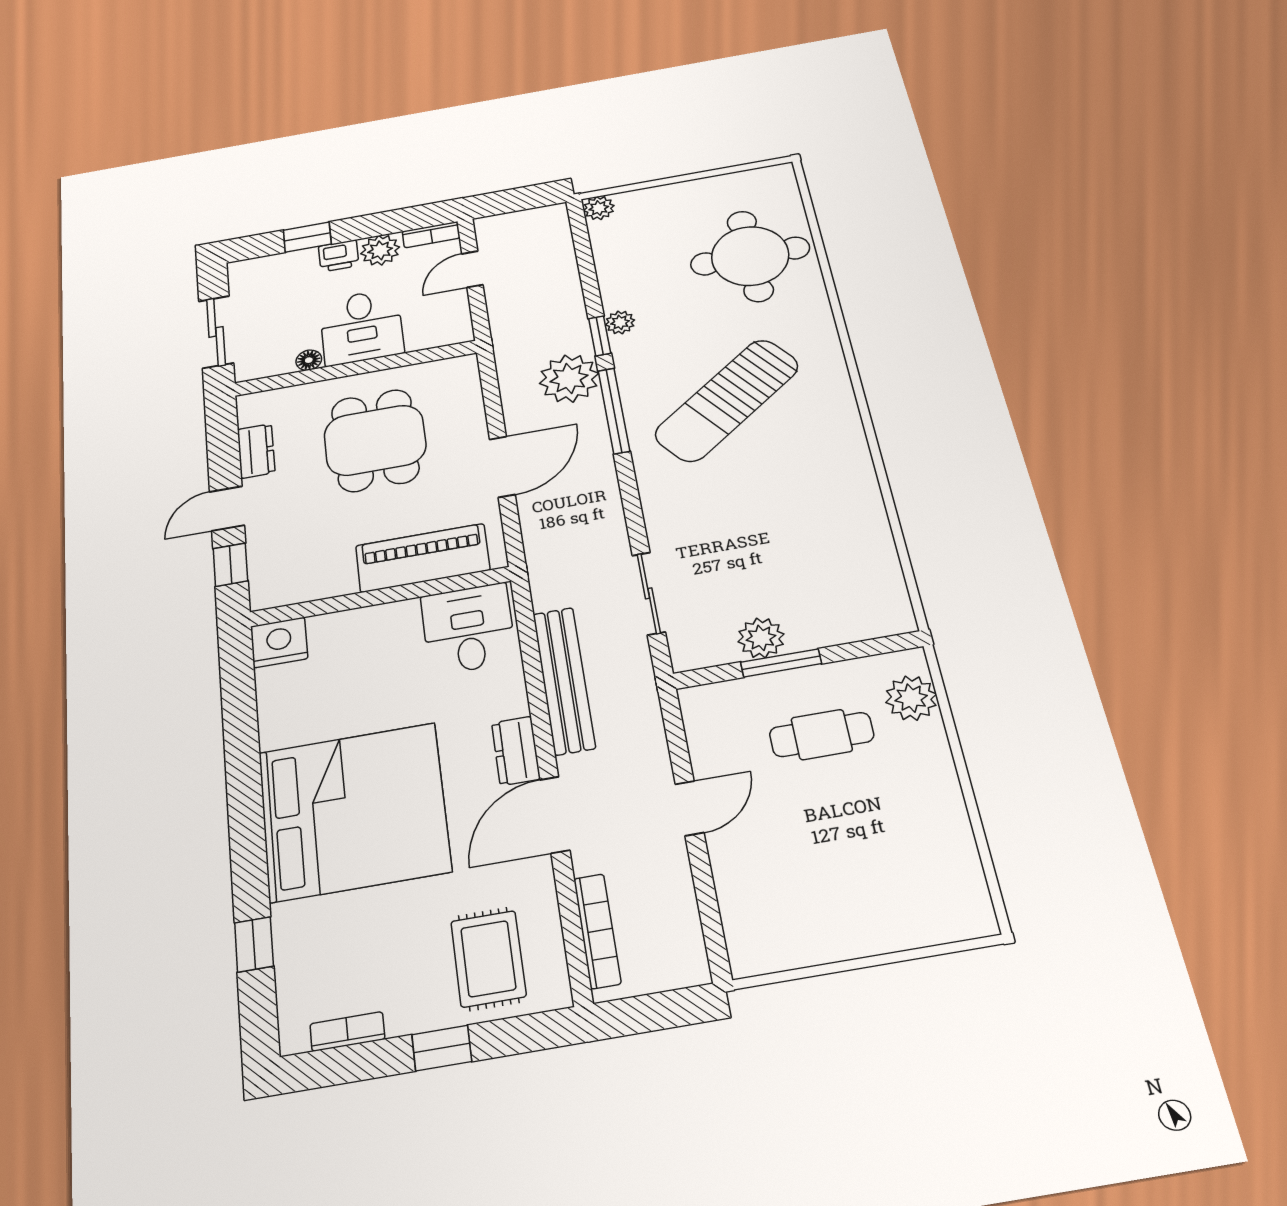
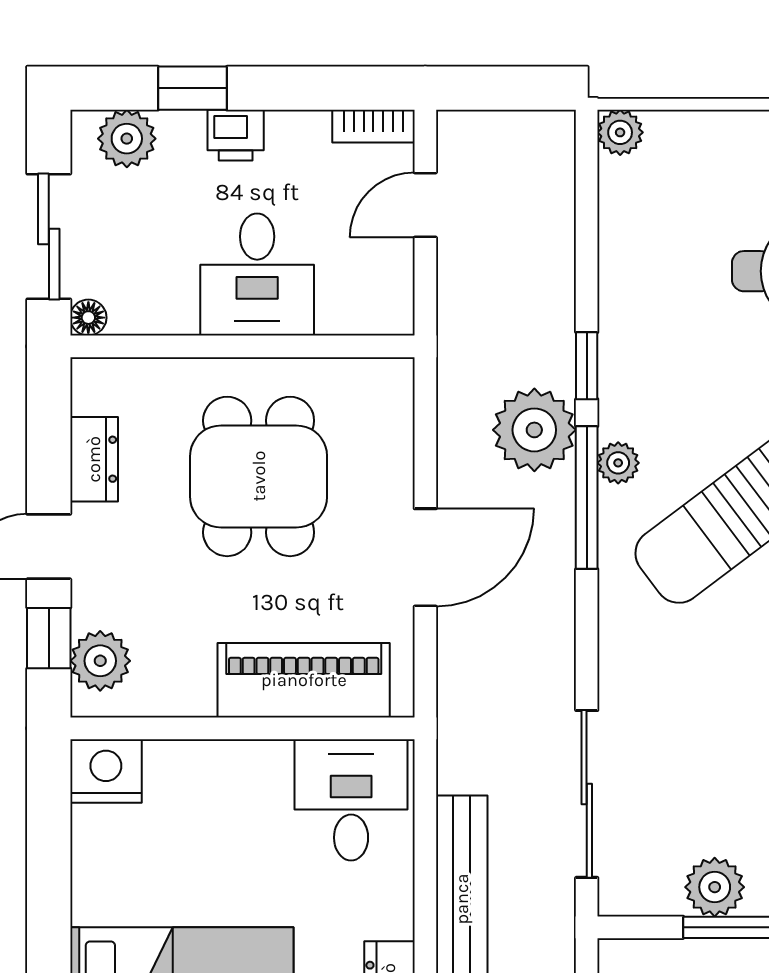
plant: (380, 250) -> (127, 139), moved
plant: (620, 322) -> (618, 463), moved
floor lamp: (309, 360) -> (88, 318), moved
plant: (270, 572) -> (100, 661), added
sliding door: (649, 593) -> (587, 794), width x1.37

